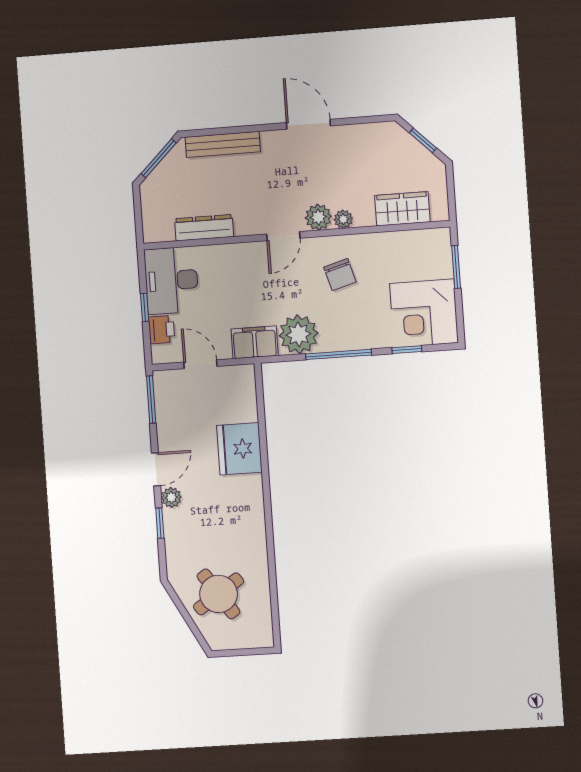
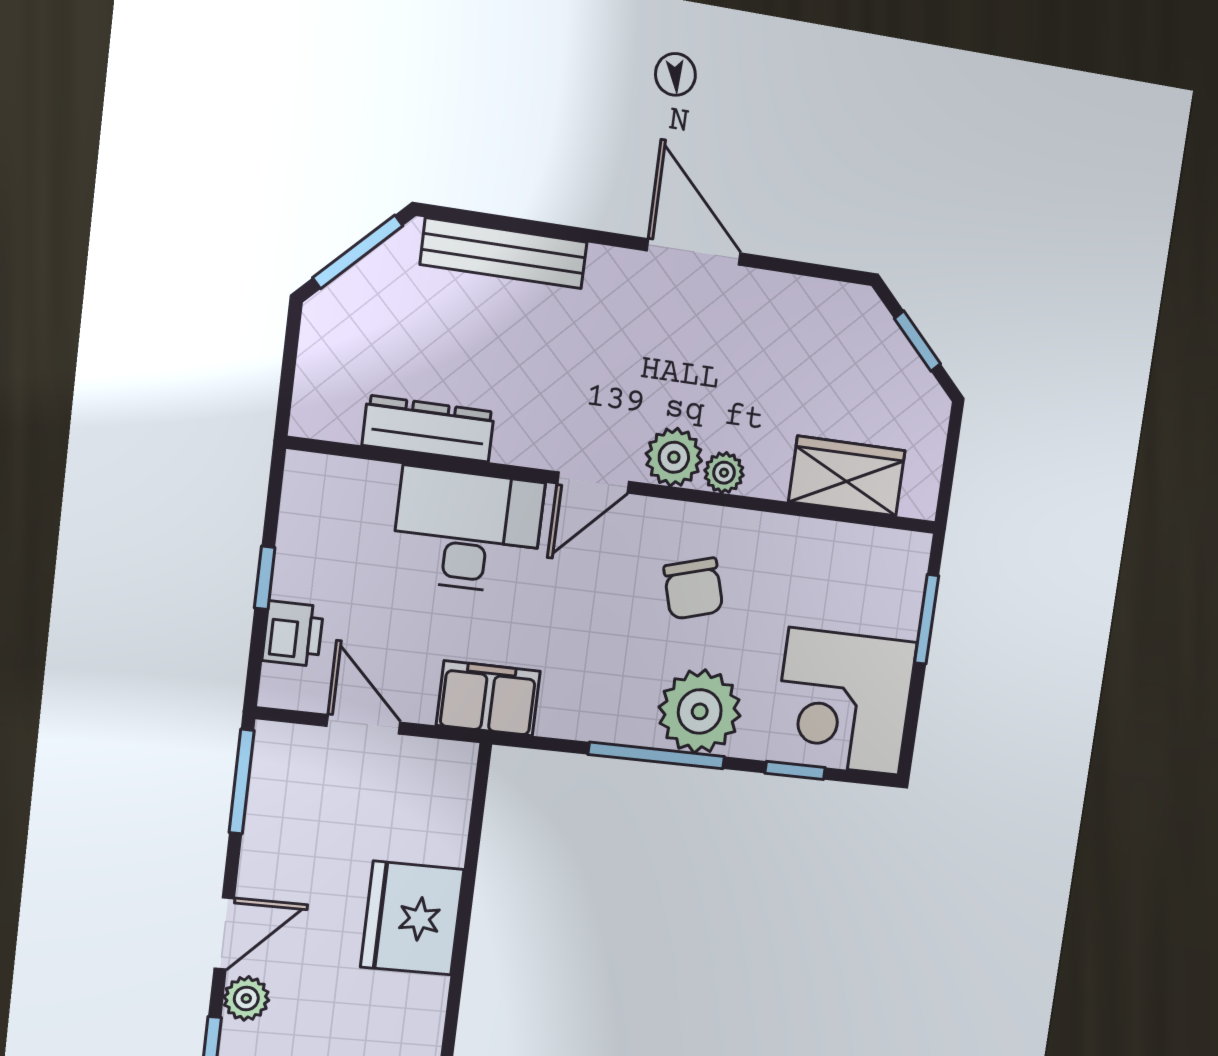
desk: (171, 280) -> (468, 531), moved, turned 90
plant: (299, 334) -> (700, 711), moved

